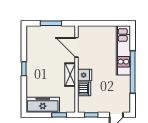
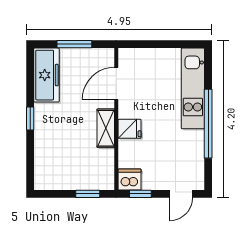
door: (77, 47) -> (116, 84), hinge flipped
dishwasher: (84, 89) -> (130, 180), moved, turned -90
freezer: (43, 105) -> (46, 75), moved, turned 90

